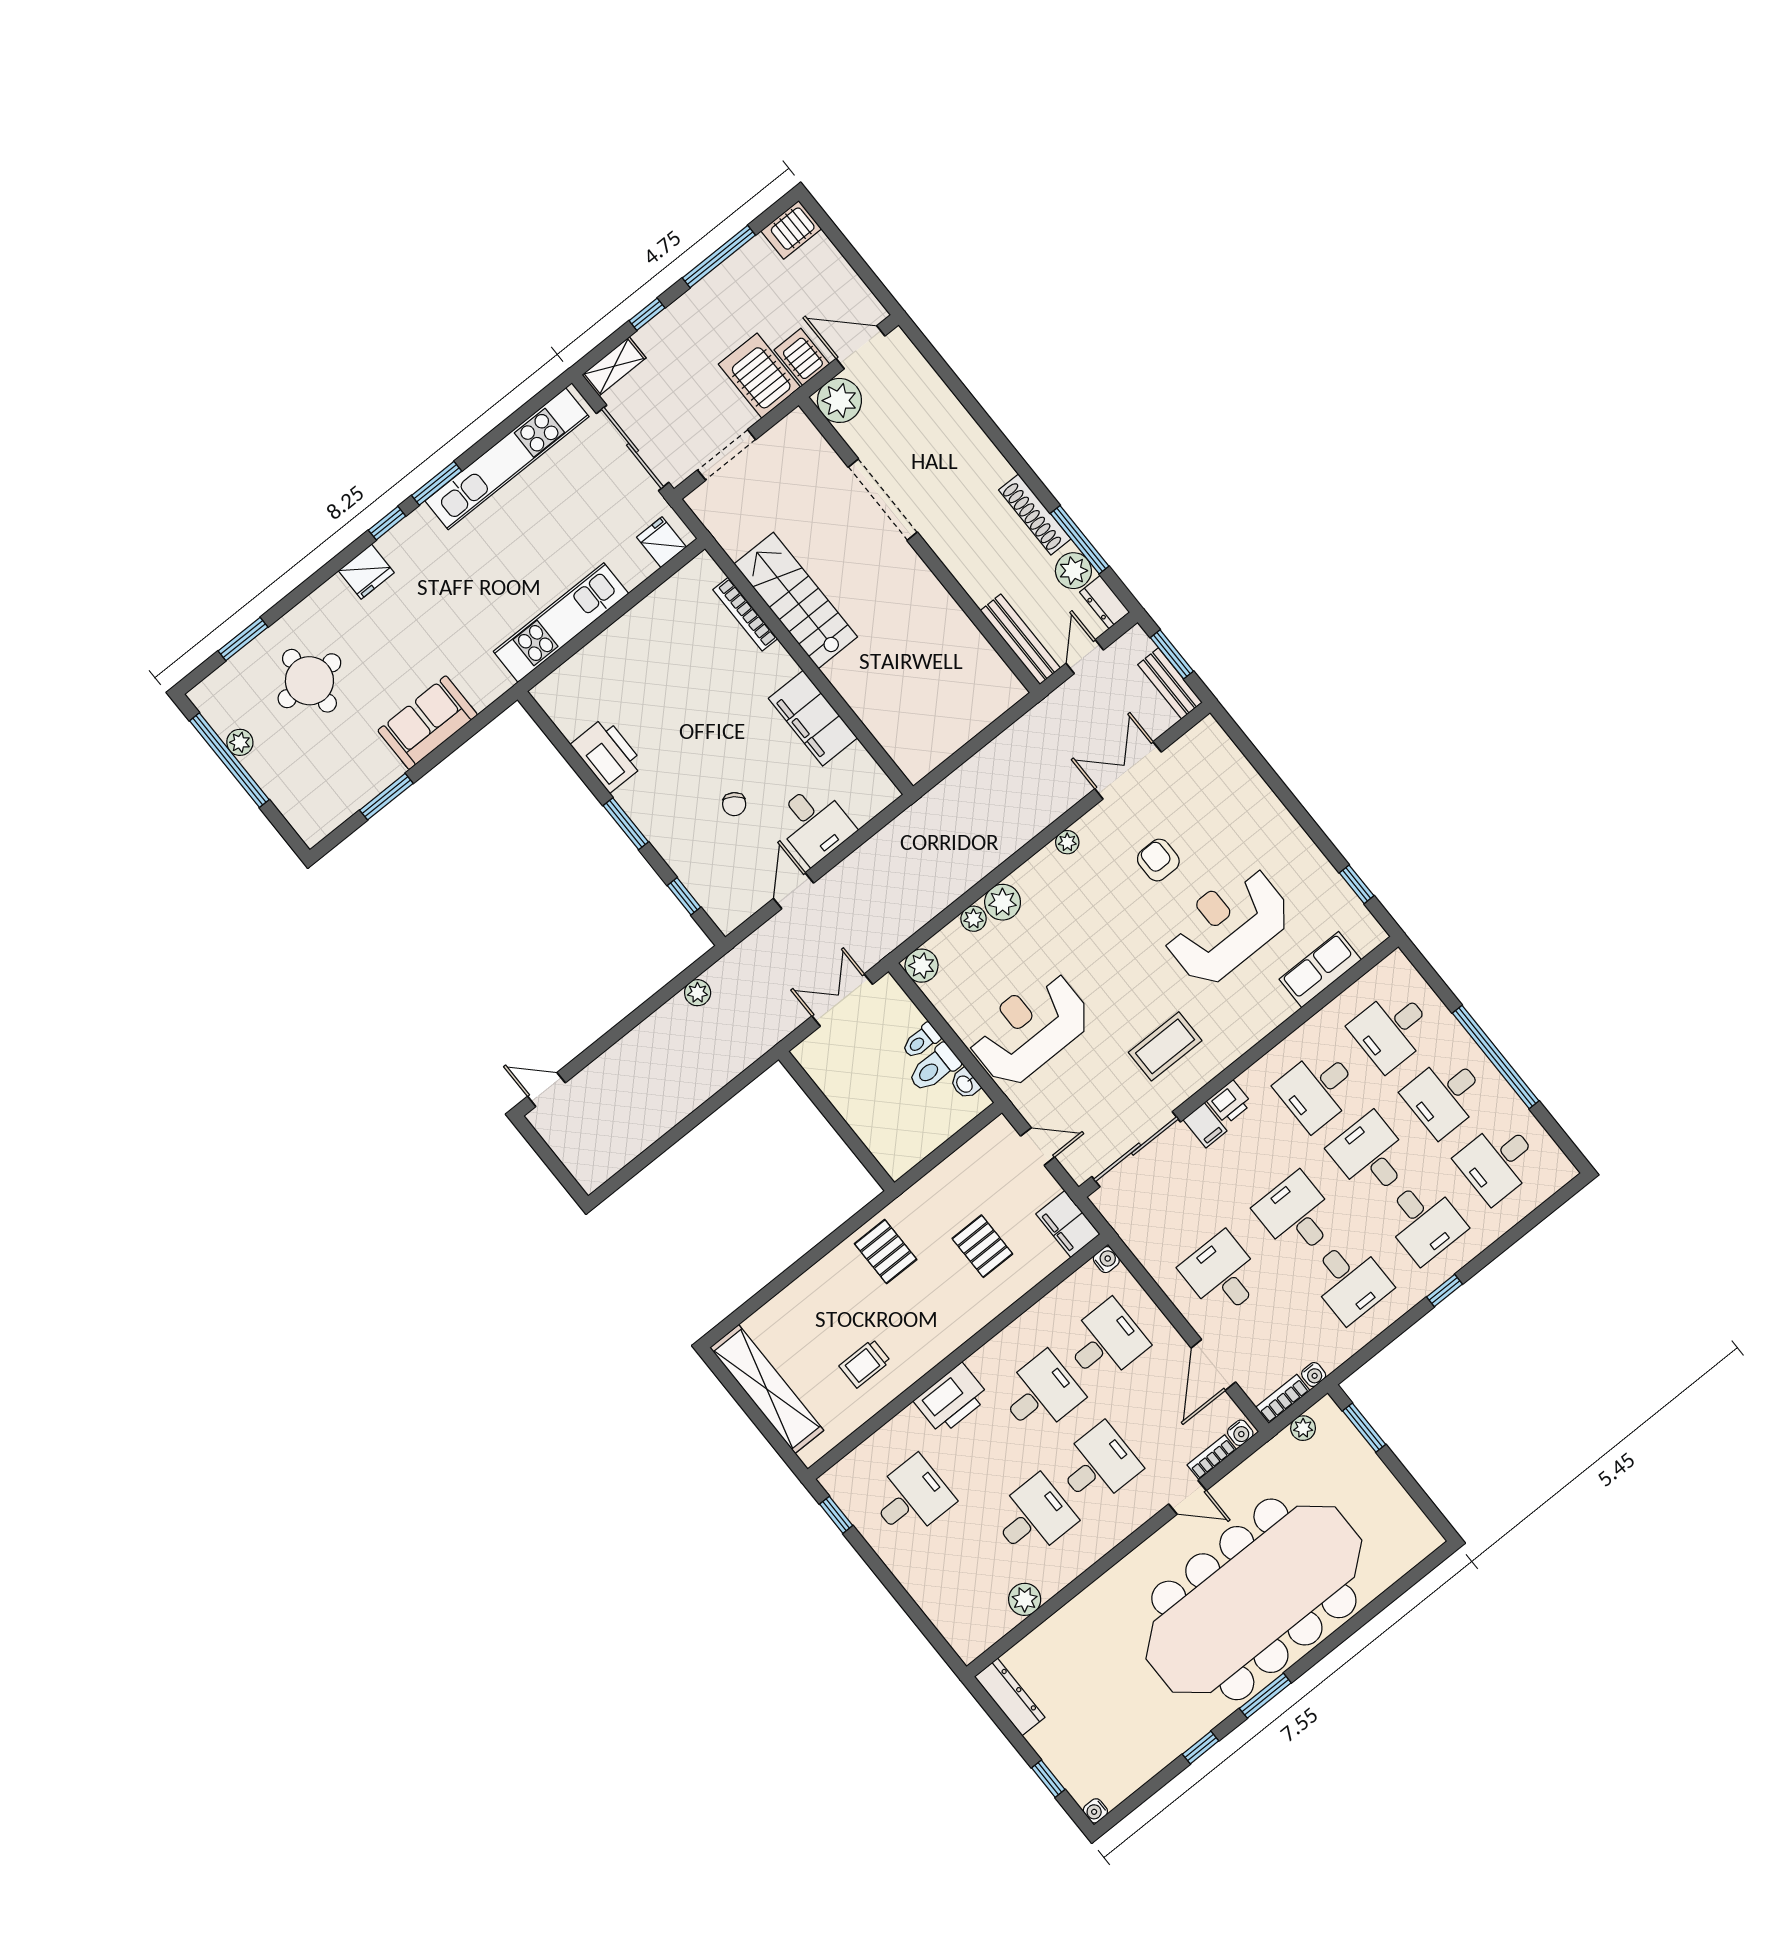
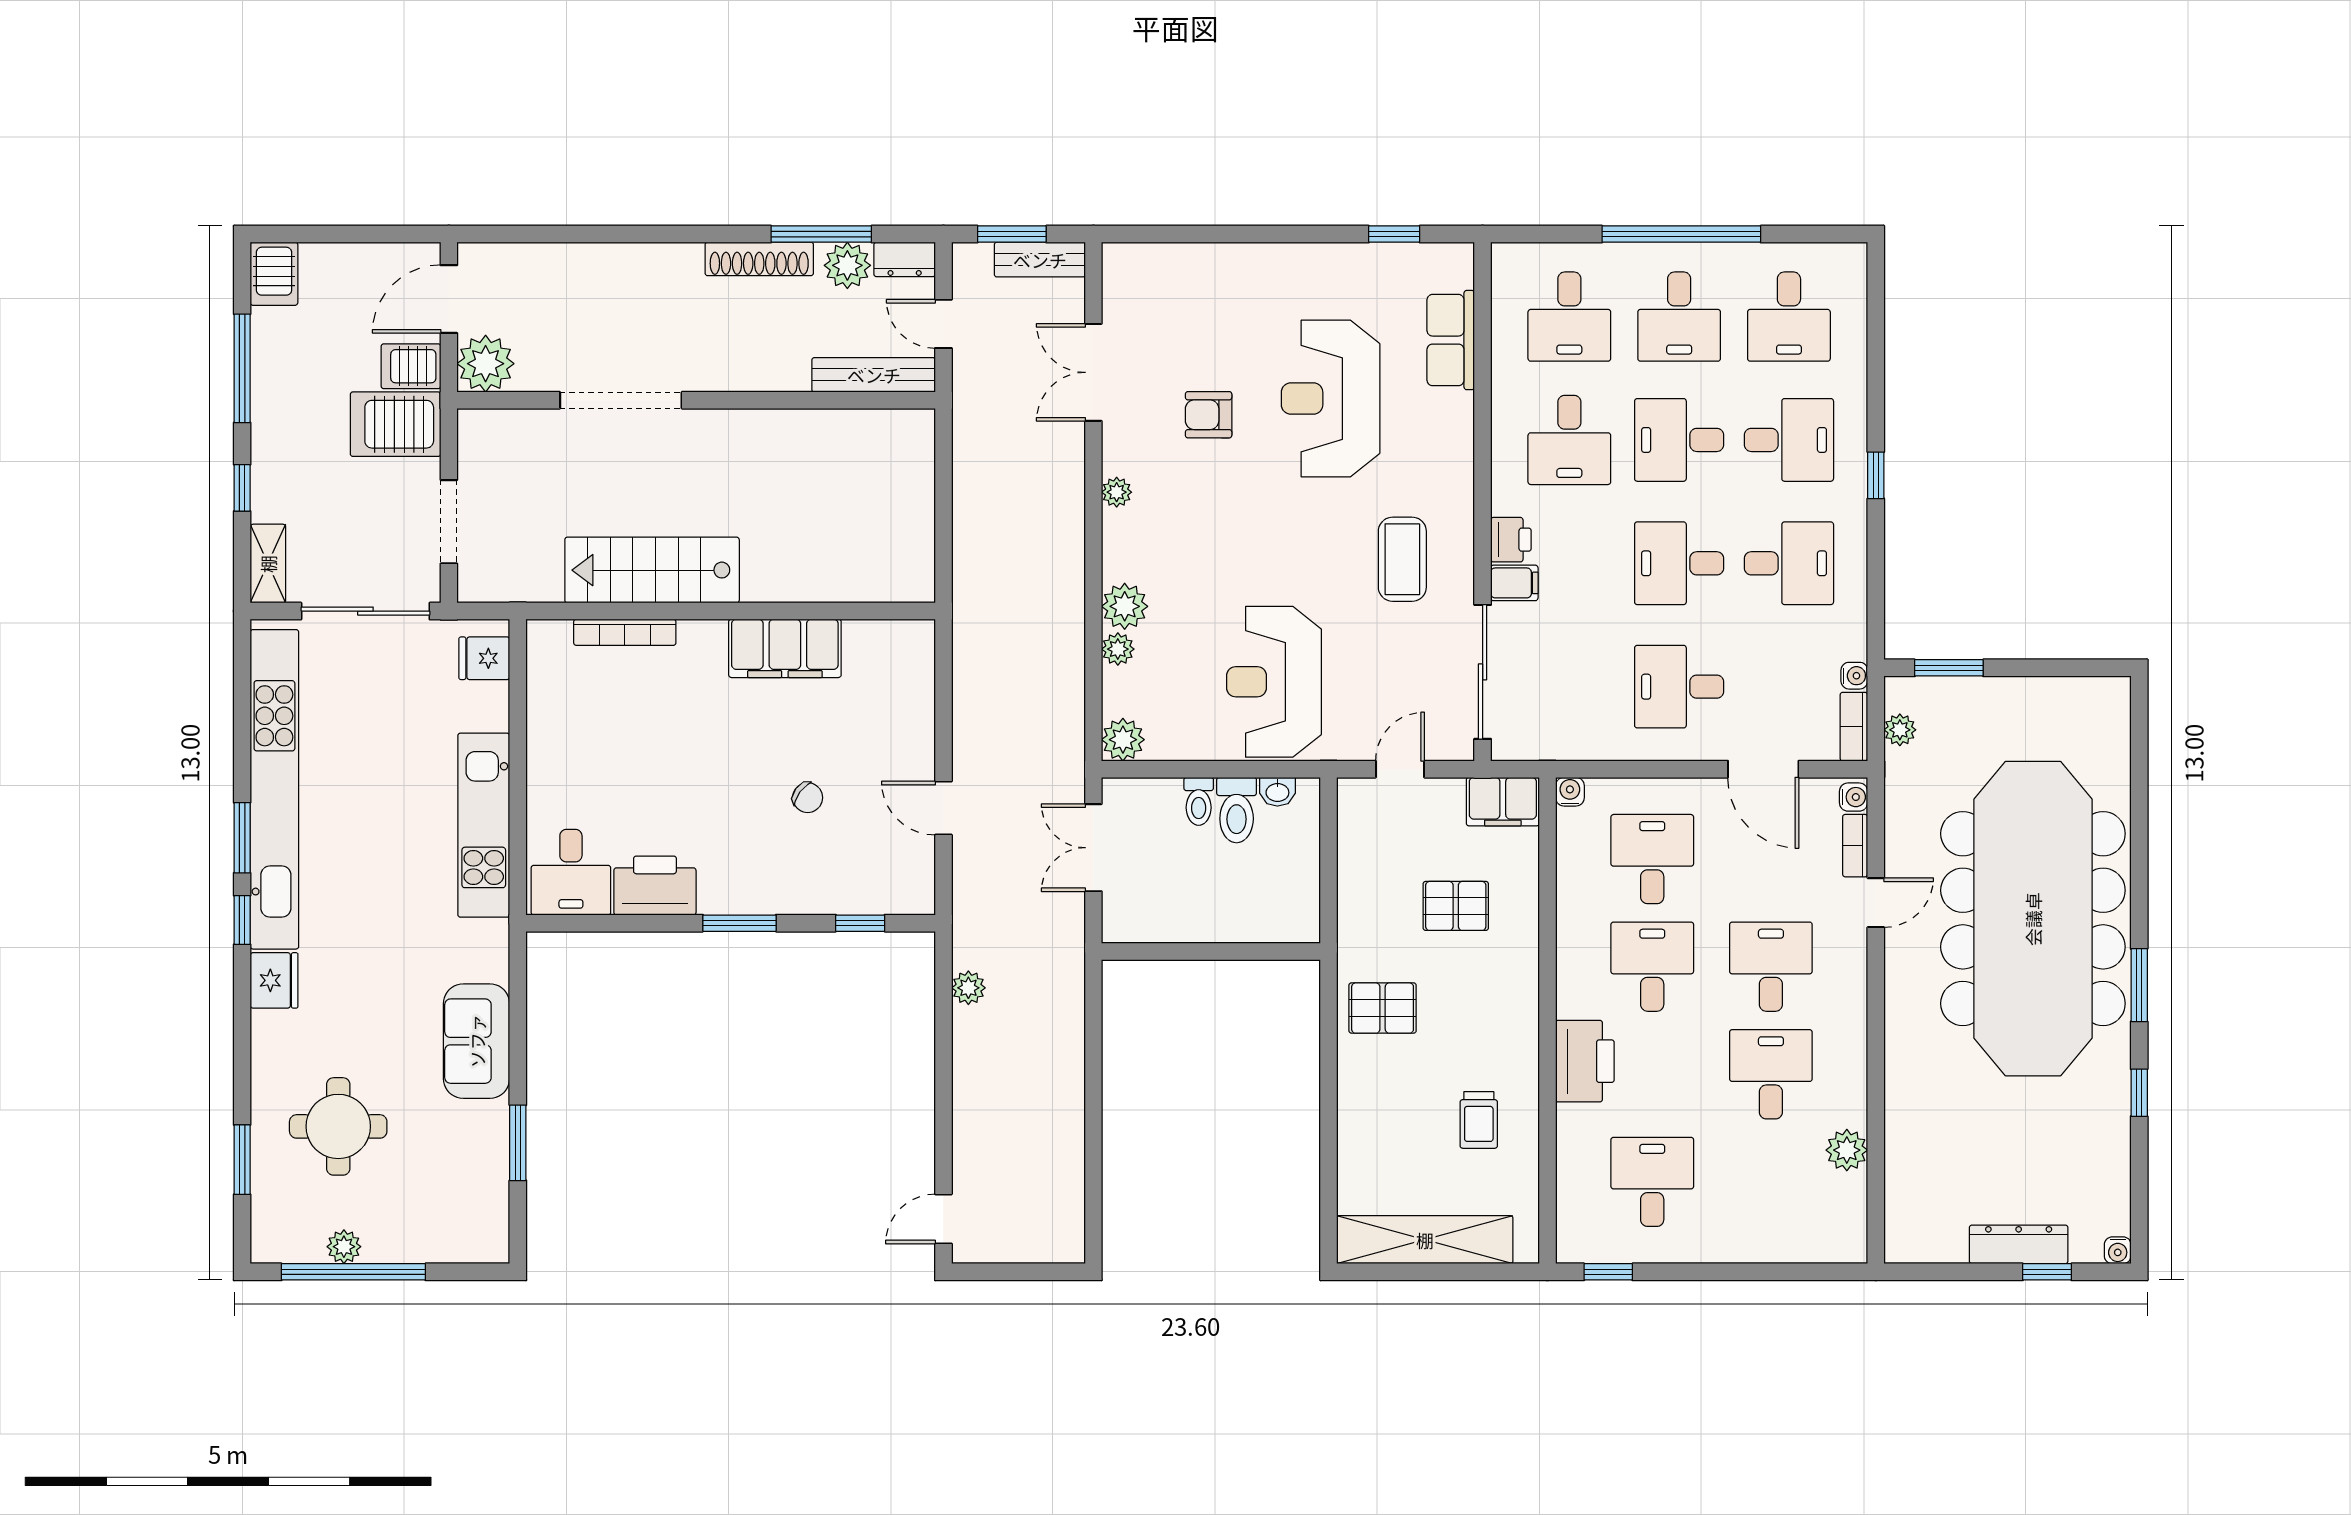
kitchen unit: (507, 459) -> (274, 789), width x1.36
desk: (814, 824) -> (571, 872), moved, turned 90
dresser: (1010, 1697) -> (2019, 1244), moved

